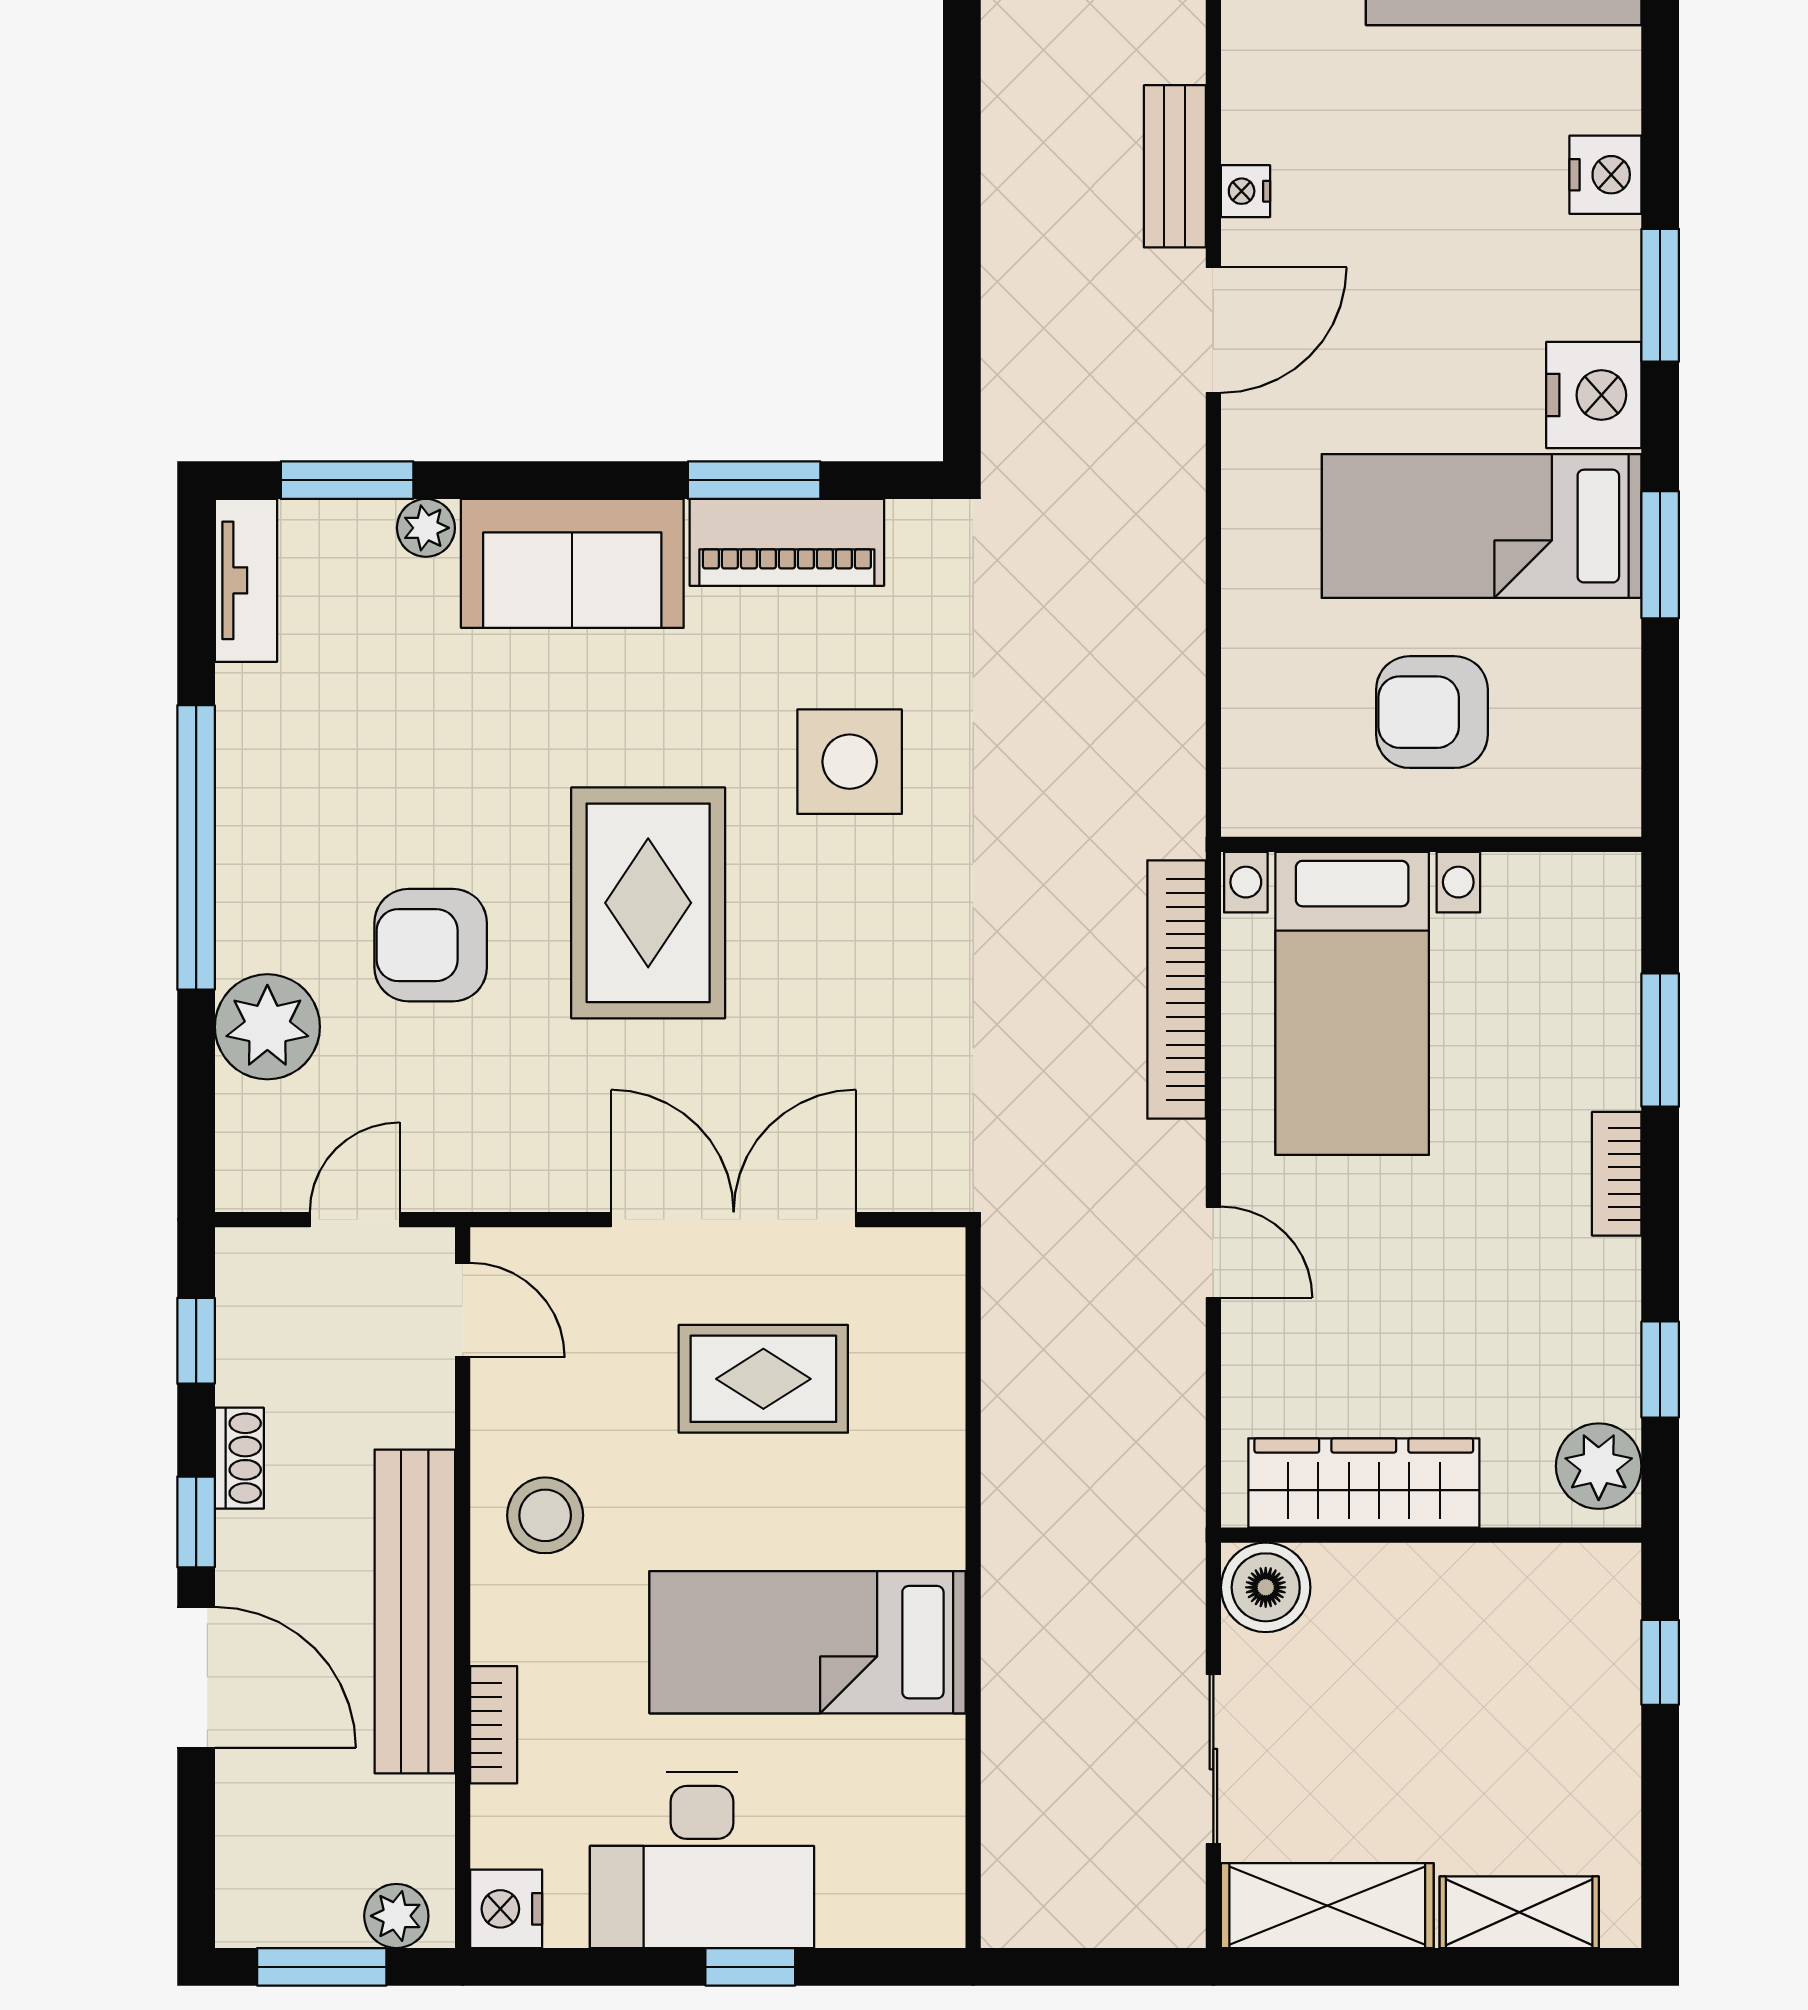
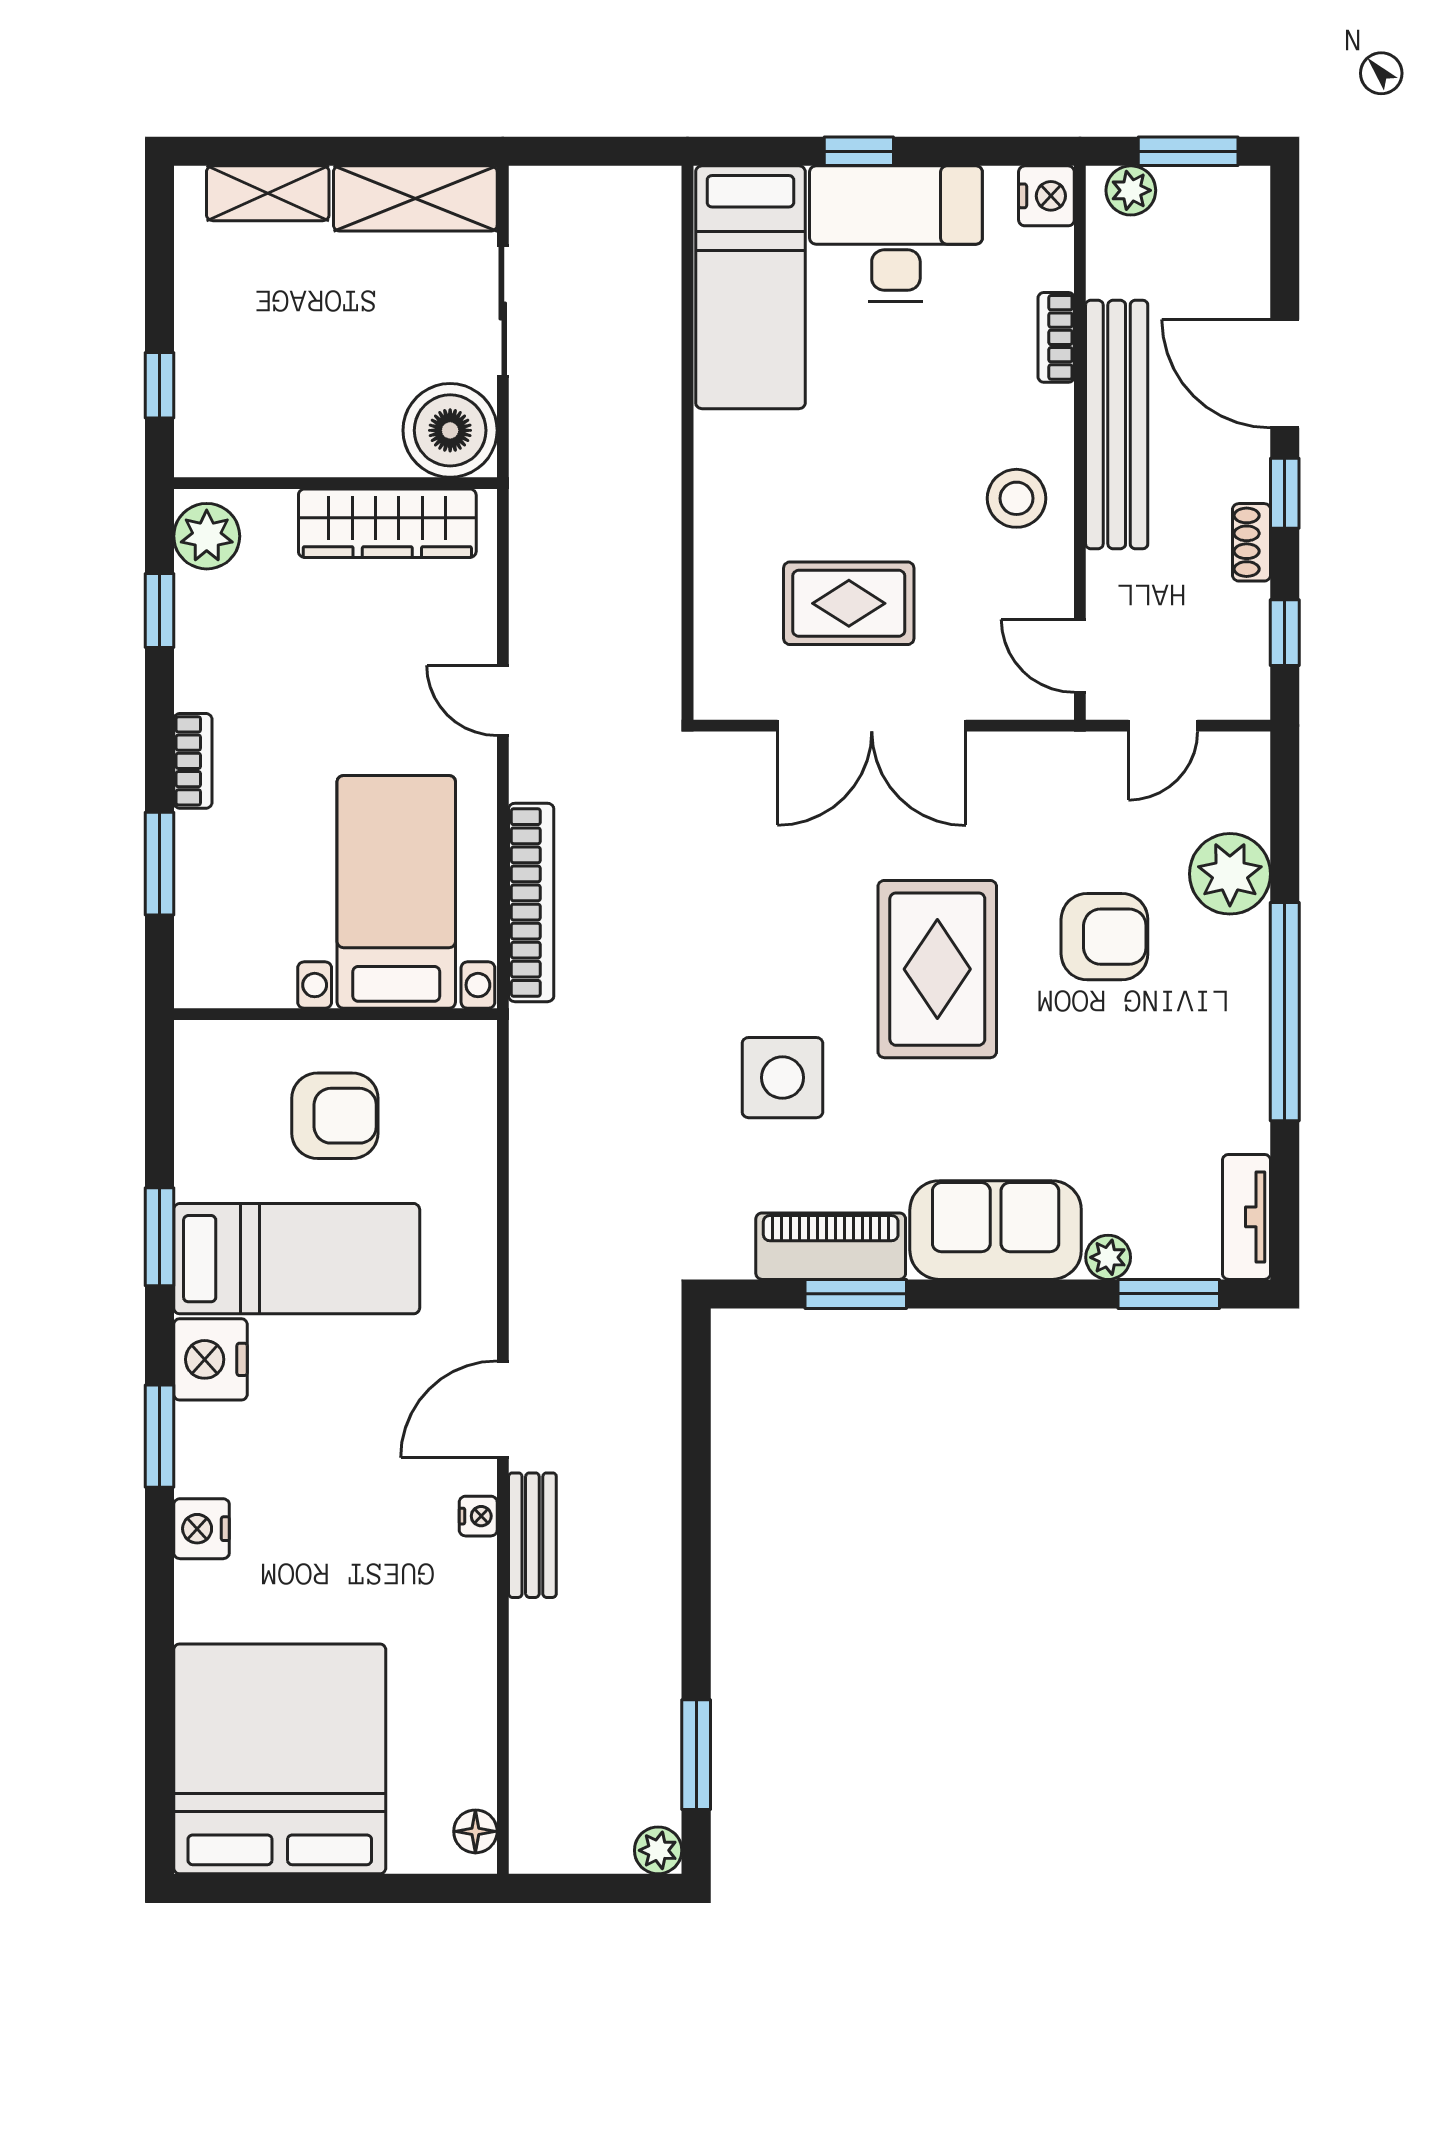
boiler: (1266, 1587) -> (450, 430), width x1.37, depth x1.37
bed: (808, 1642) -> (750, 287), moved, turned 90

